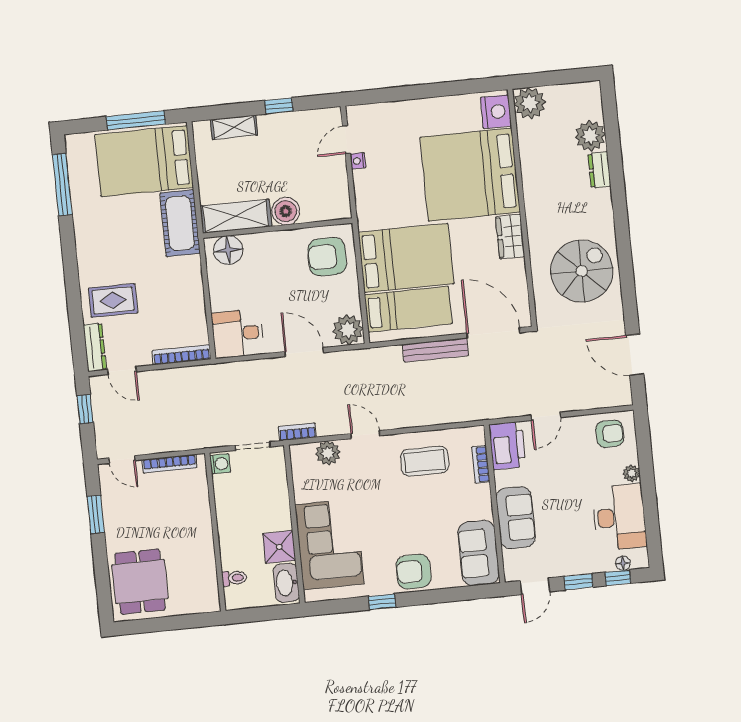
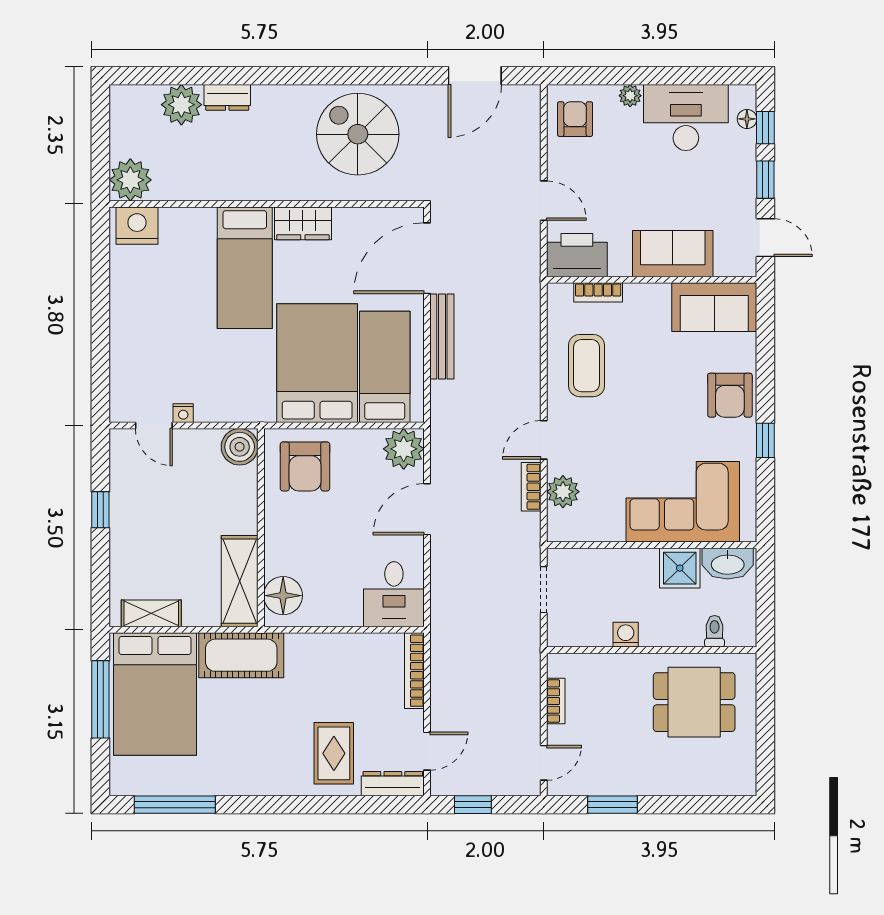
shelving: (234, 127) -> (151, 613), moved, turned 90
bed: (470, 175) -> (245, 268), width x0.49
boiler: (286, 211) -> (240, 447), moved
bookcase: (297, 432) -> (531, 487), moved
bookcase: (170, 464) -> (556, 701), width x0.64
washing machine: (220, 464) -> (626, 635), moved
dining table: (140, 582) -> (694, 702), moved

